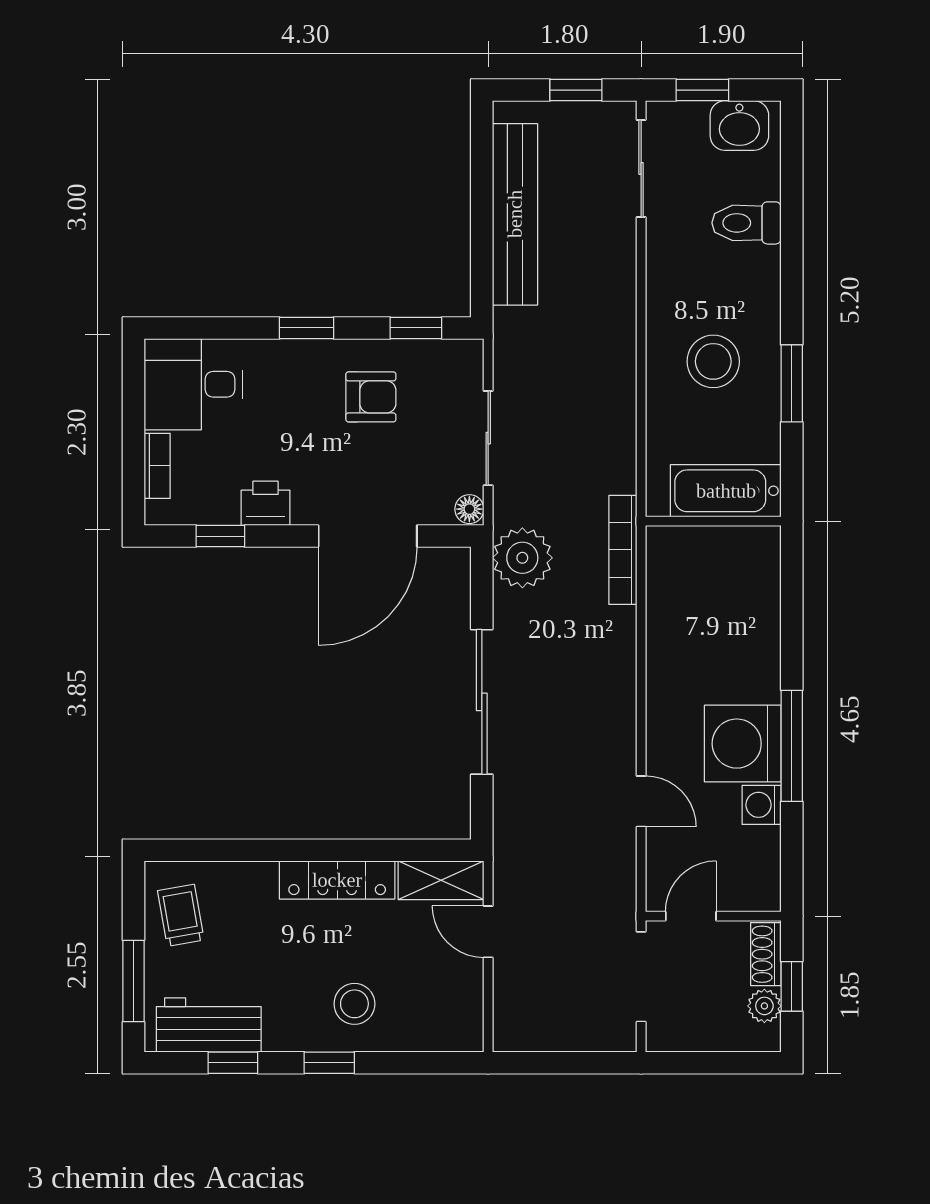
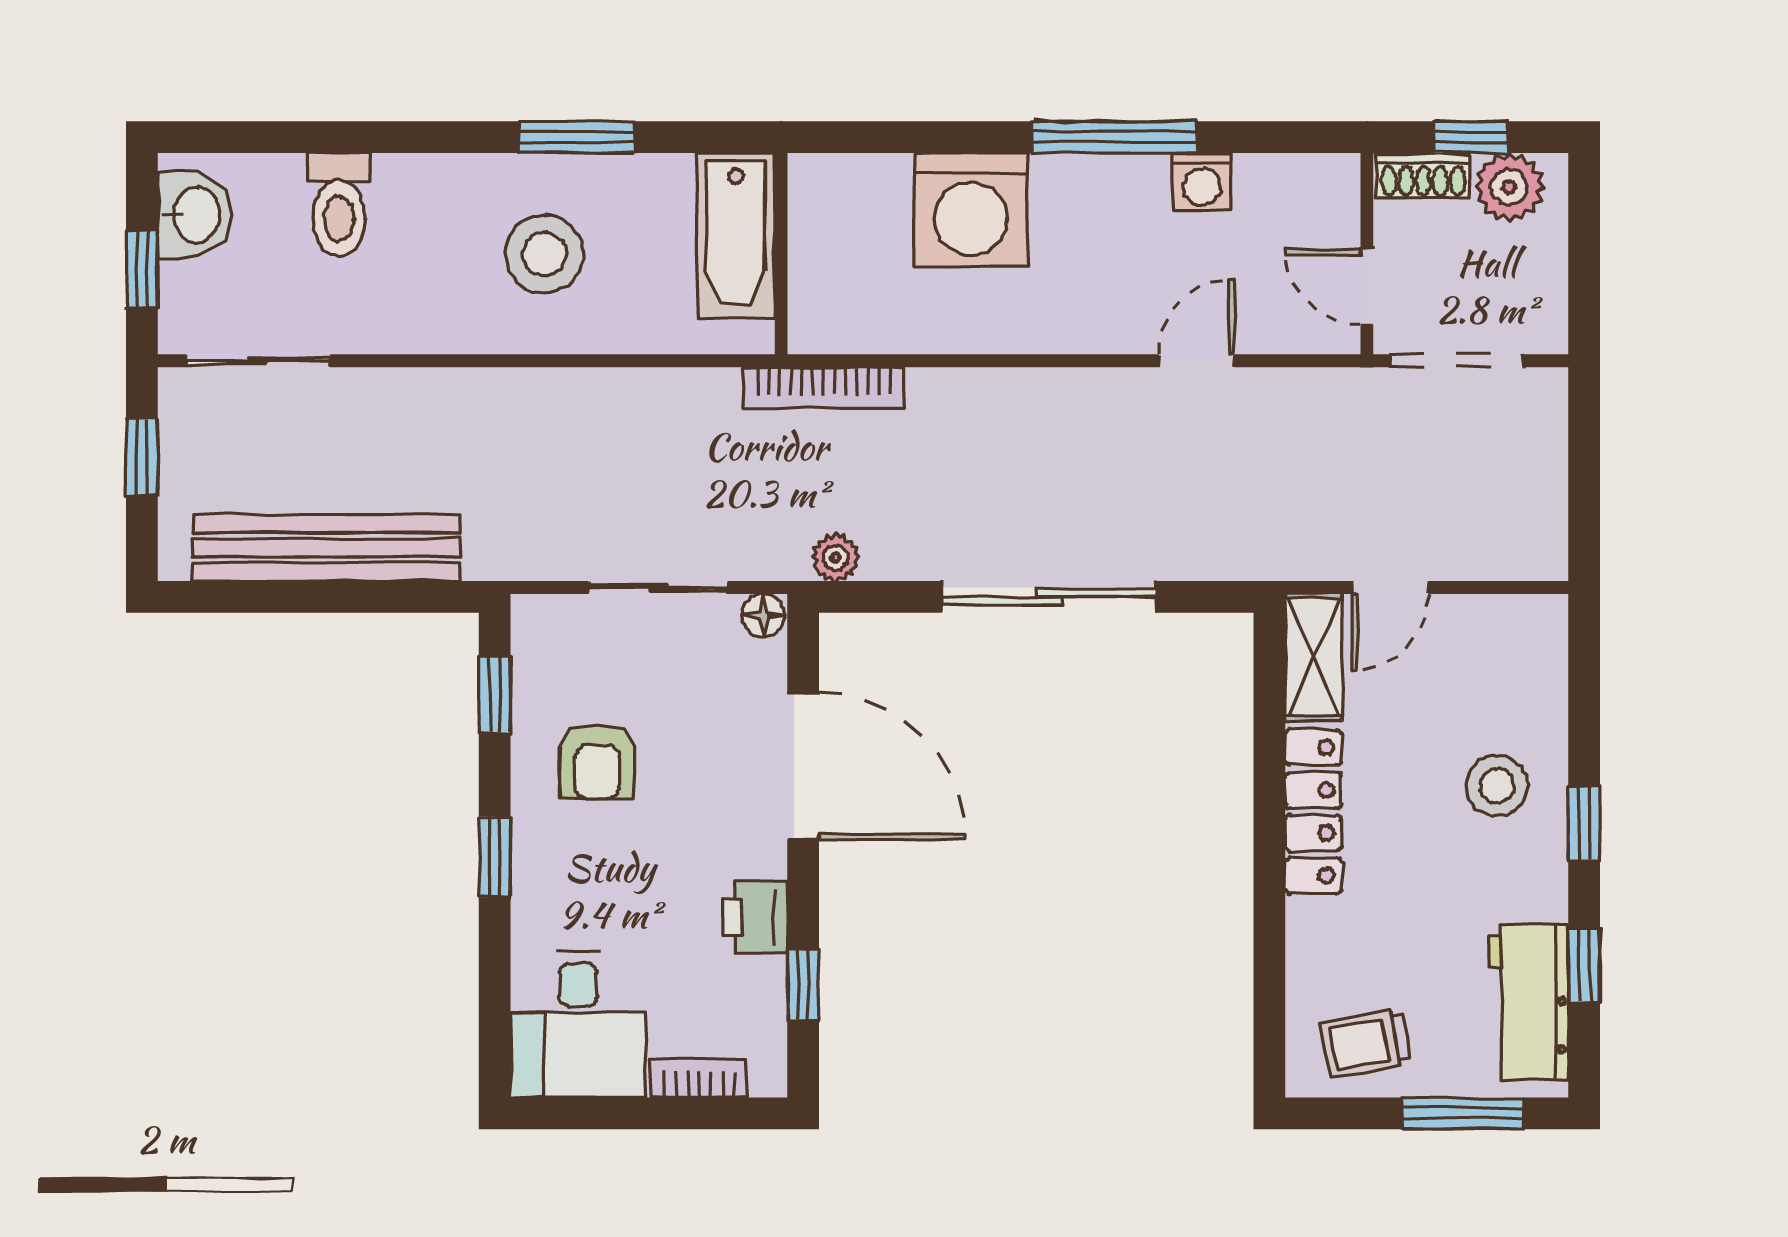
armchair: (371, 397) -> (597, 761), turned 180
plant: (522, 558) -> (836, 557), width x0.53, depth x0.53
washing machine: (743, 744) -> (971, 210), moved
plant: (764, 1006) -> (1509, 187), width x1.38, depth x1.38

